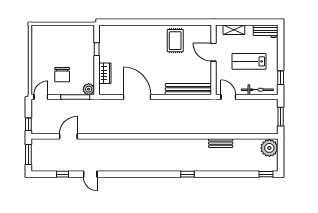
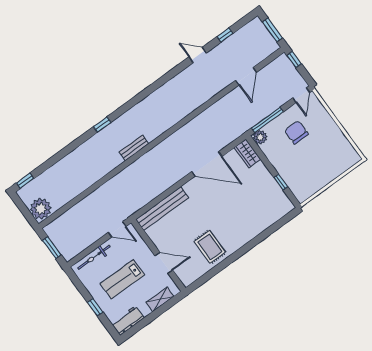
lab bench: (249, 61) -> (122, 279), turned 180
wardrobe: (105, 73) -> (247, 153), moved
window: (281, 78) -> (95, 307), moved
bench: (221, 143) -> (134, 148), moved

